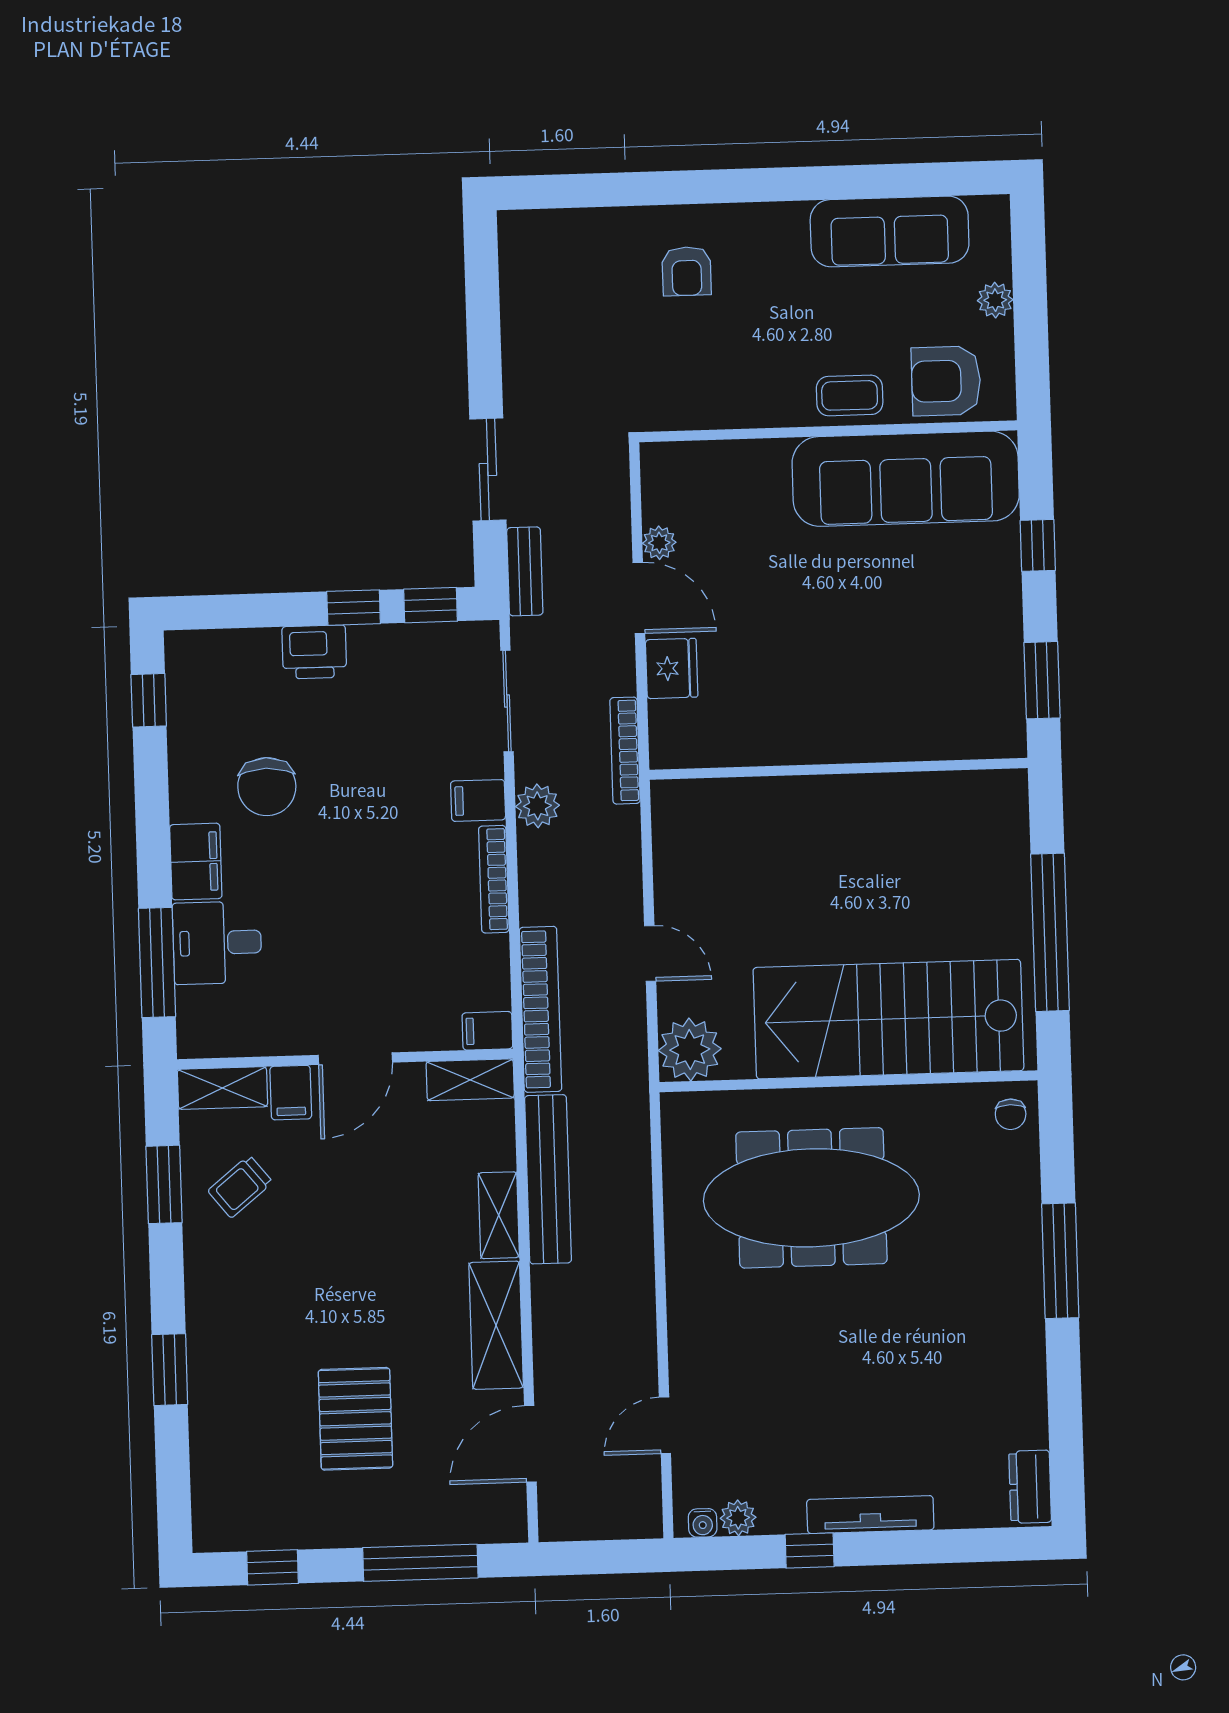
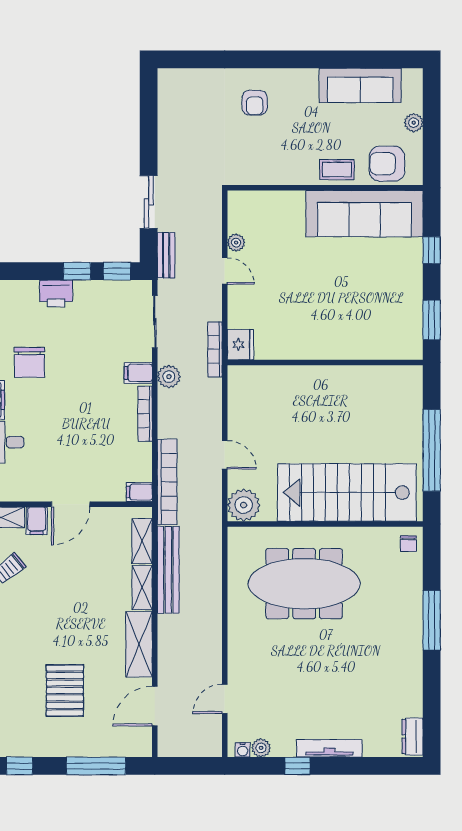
door: (639, 598) -> (225, 271), width x0.73
fridge: (672, 668) -> (240, 345), moved
shelving: (470, 1080) -> (142, 541), moved, turned 90

